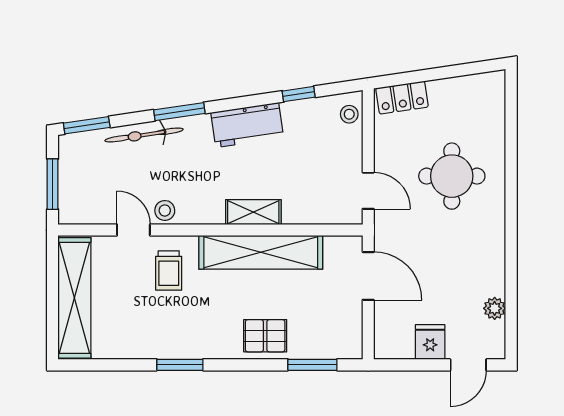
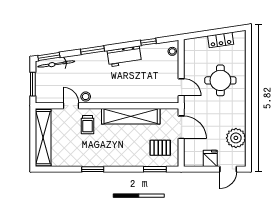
locker: (402, 98) -> (221, 40), moved
bicycle: (144, 135) -> (56, 64), moved
shelving: (253, 212) -> (127, 97), removed
plant: (495, 308) -> (236, 138), width x1.88, depth x1.88
pallet: (265, 336) -> (160, 148), moved

